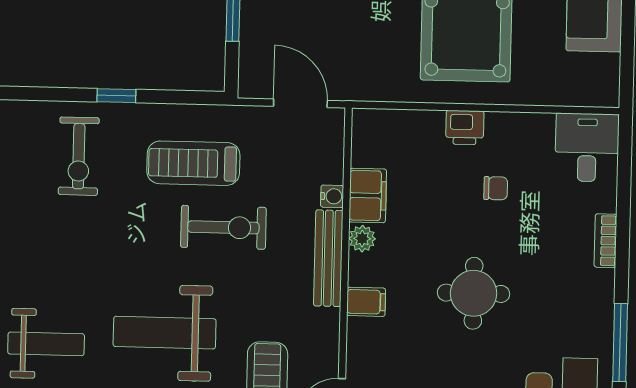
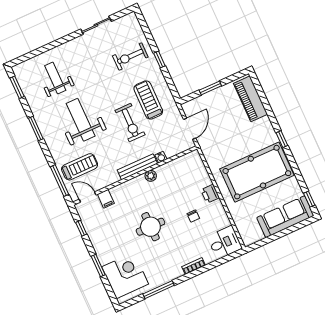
filing cabinet: (368, 196) -> (168, 170), removed
filing cabinet: (366, 302) -> (106, 199), moved
weight bench: (46, 344) -> (55, 78), turned 180

